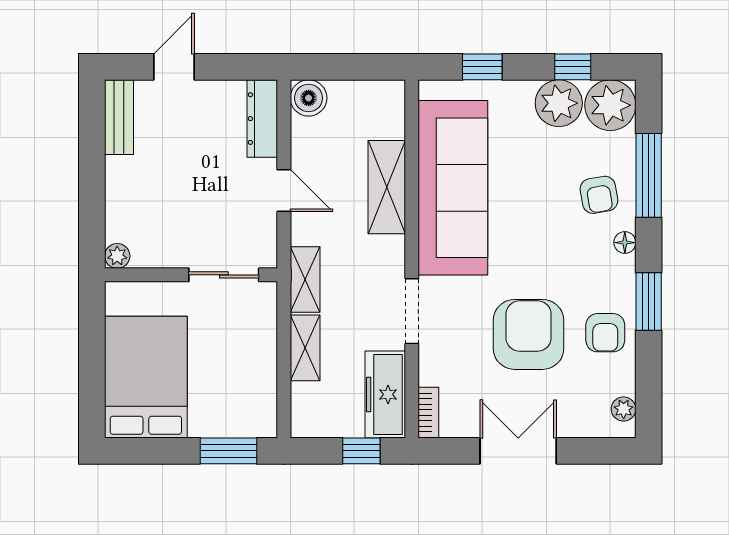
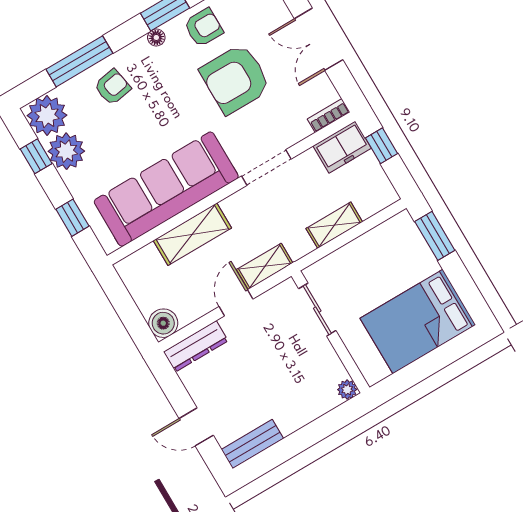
floor lamp: (625, 243) -> (156, 37), moved
shelving: (305, 280) -> (265, 266), moved
freezer: (385, 394) -> (342, 147), width x0.71

